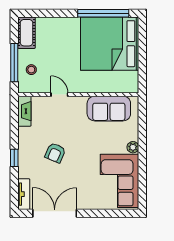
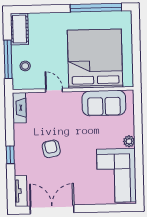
bed: (110, 44) -> (95, 59), moved, turned 90
armchair: (55, 153) -> (51, 149), turned 146

